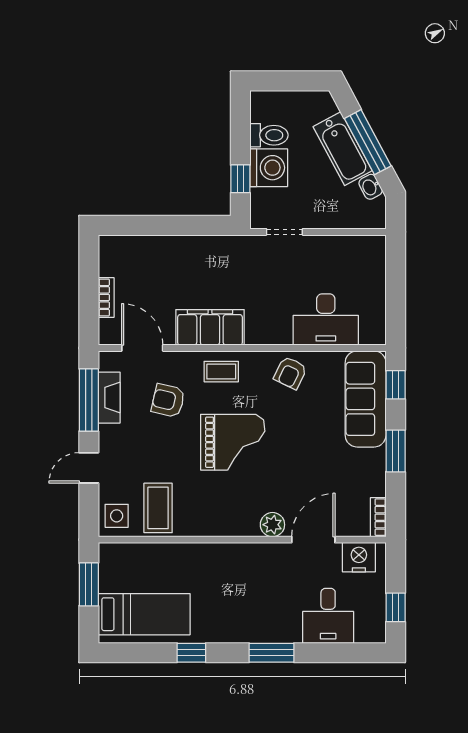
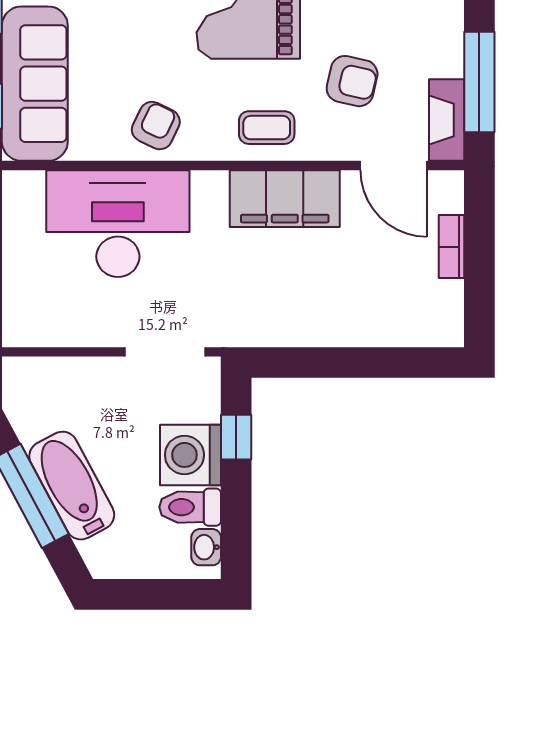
washbasin: (371, 187) -> (206, 547), moved, turned -152
doorway: (284, 232) -> (165, 352), width x1.38
desk: (326, 319) -> (118, 224), width x1.36, depth x1.30
fireplace: (109, 398) -> (447, 120), moved

